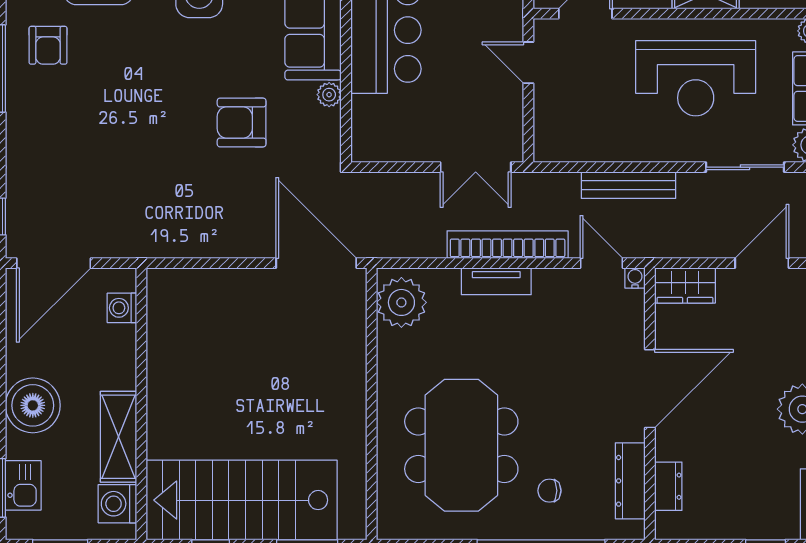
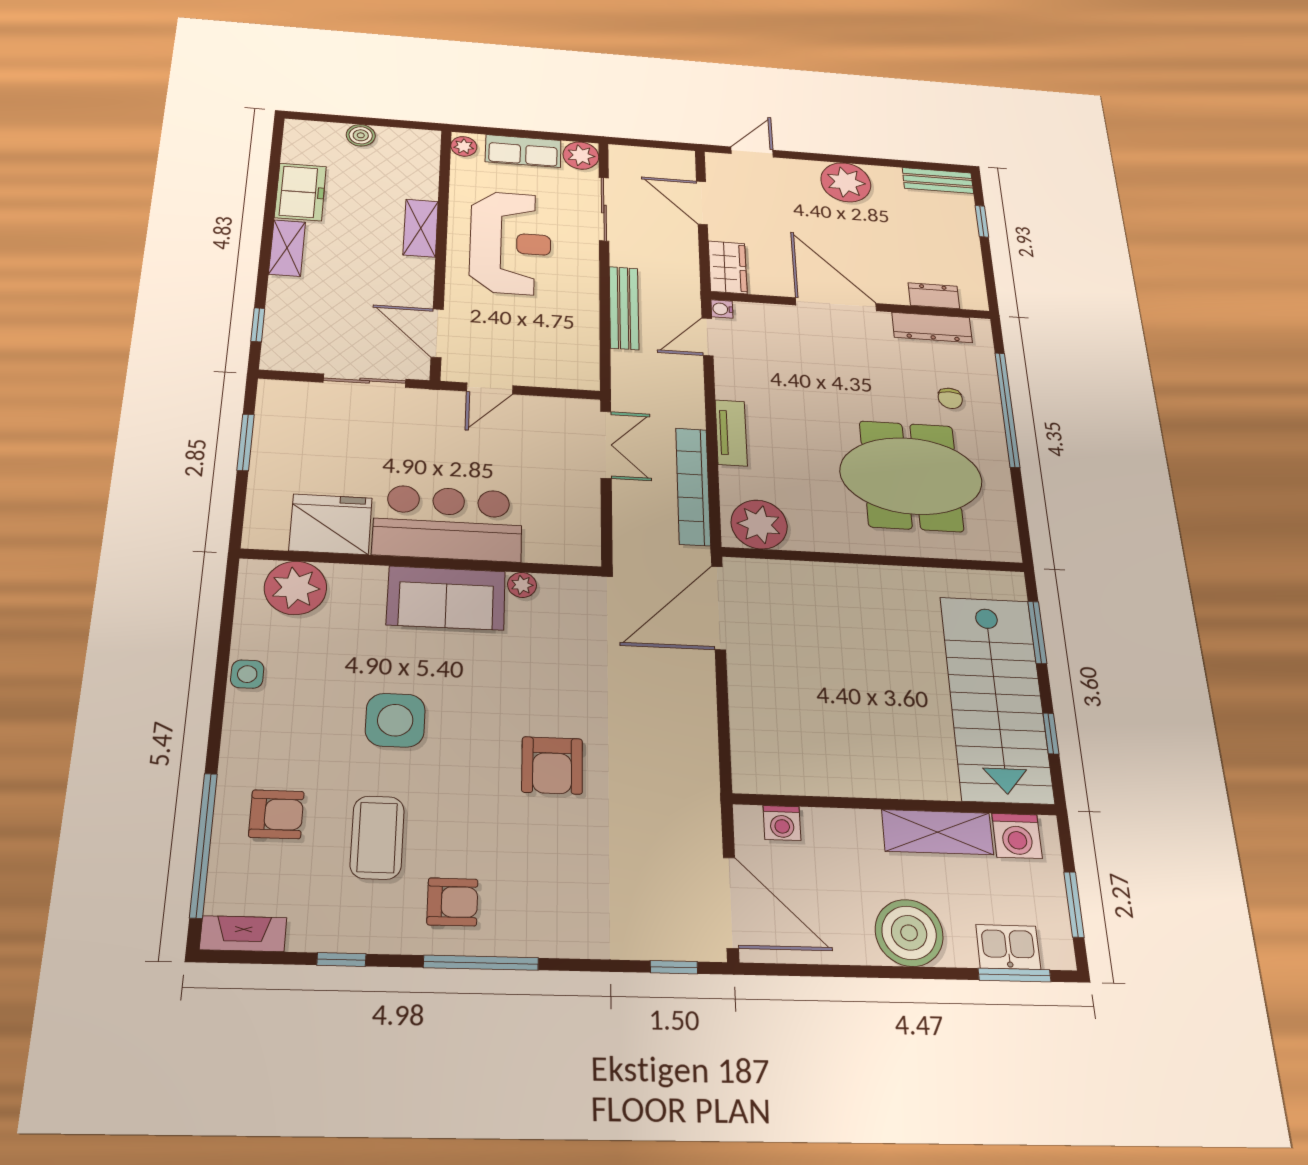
armchair: (242, 122) -> (552, 765), moved
bookcase: (508, 245) -> (693, 486), moved

